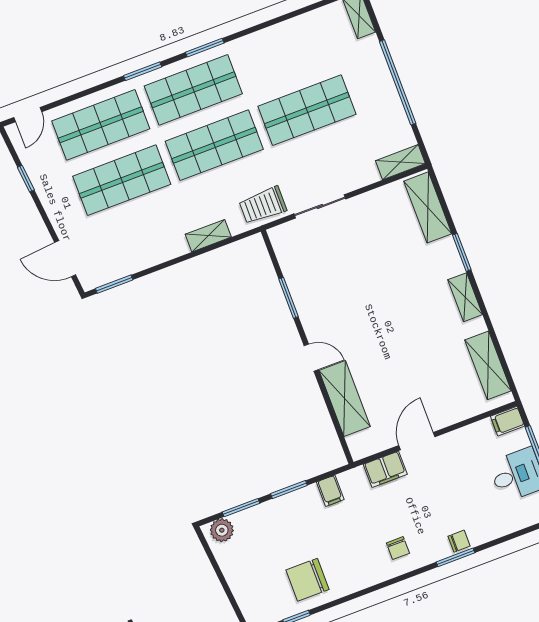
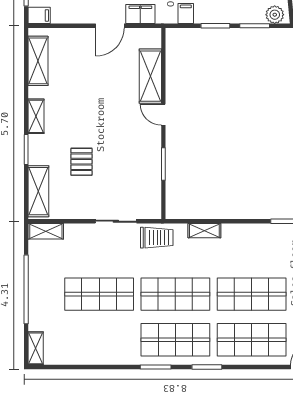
pallet: (389, 263) -> (81, 162), added

